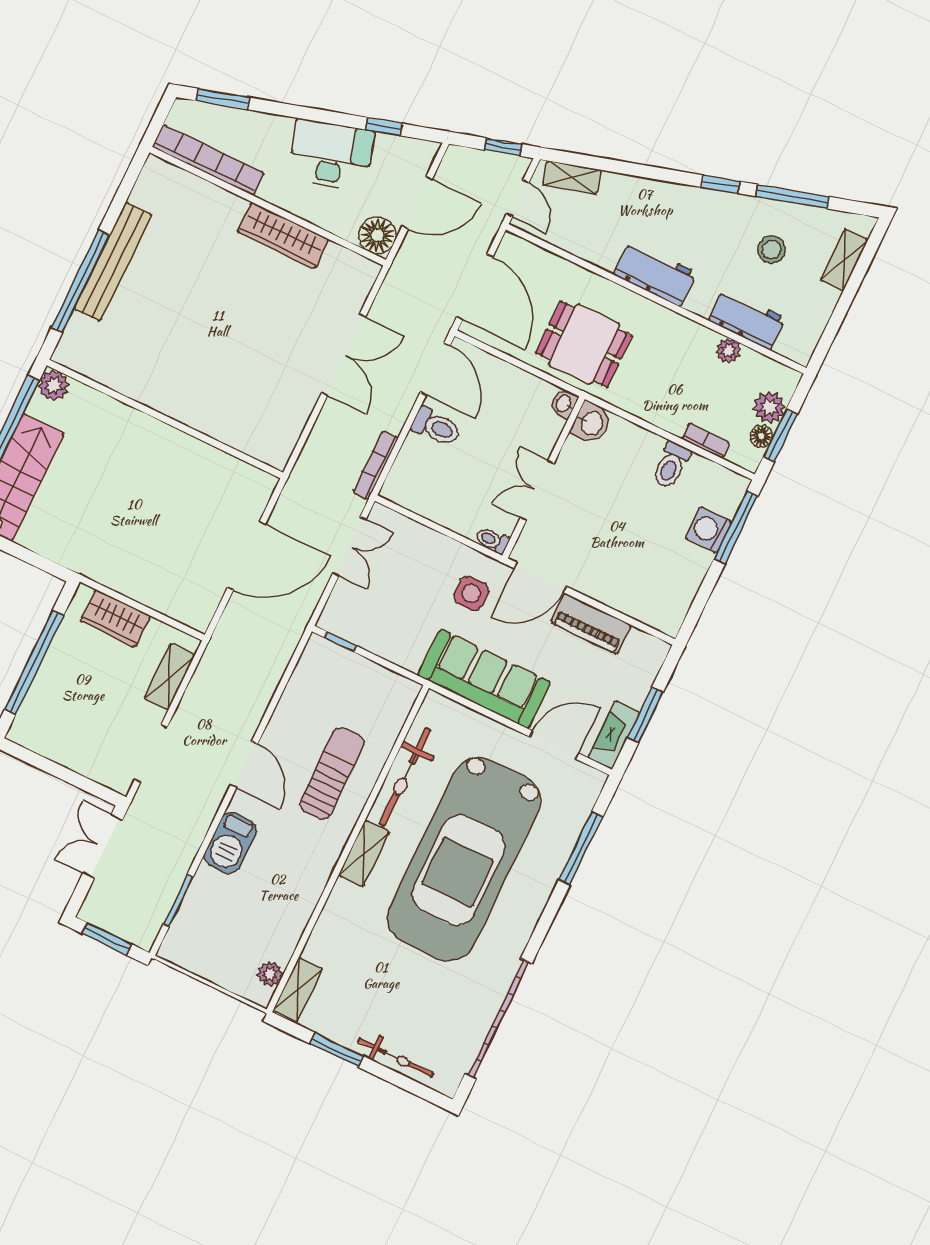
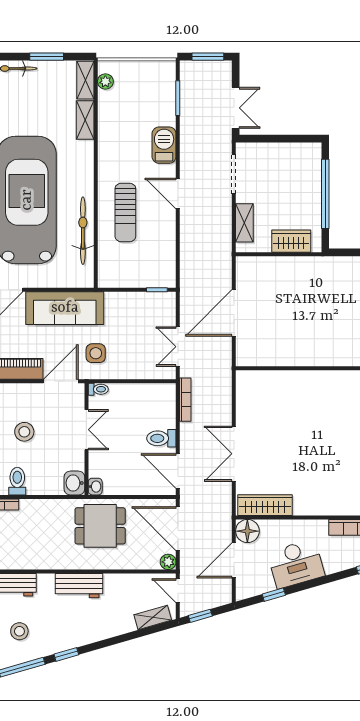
wardrobe: (283, 235) -> (265, 505), moved
plant: (728, 351) -> (168, 562), moved
stool: (627, 531) -> (24, 432), added
shelving: (364, 853) -> (85, 120), moved

